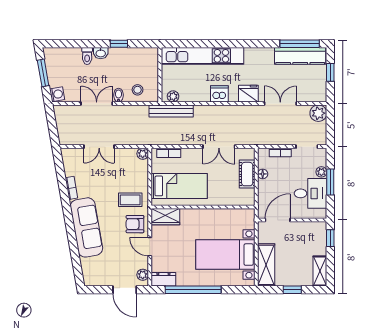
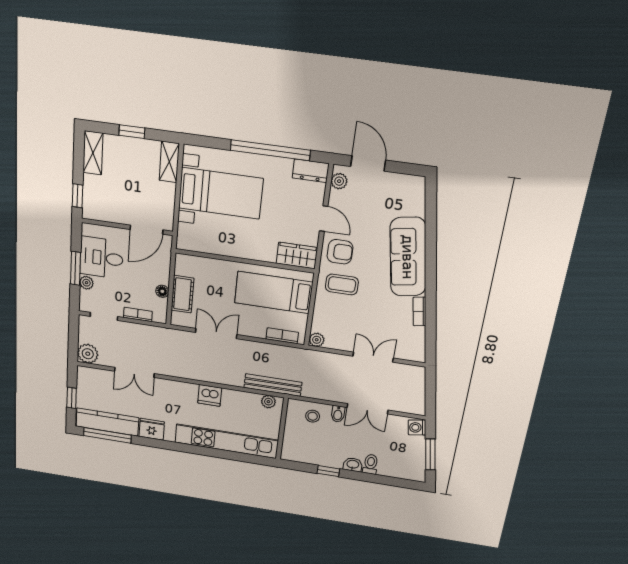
fridge: (248, 94) -> (152, 429), moved, turned 180
shelving: (266, 265) -> (169, 162), width x0.67, depth x0.75

